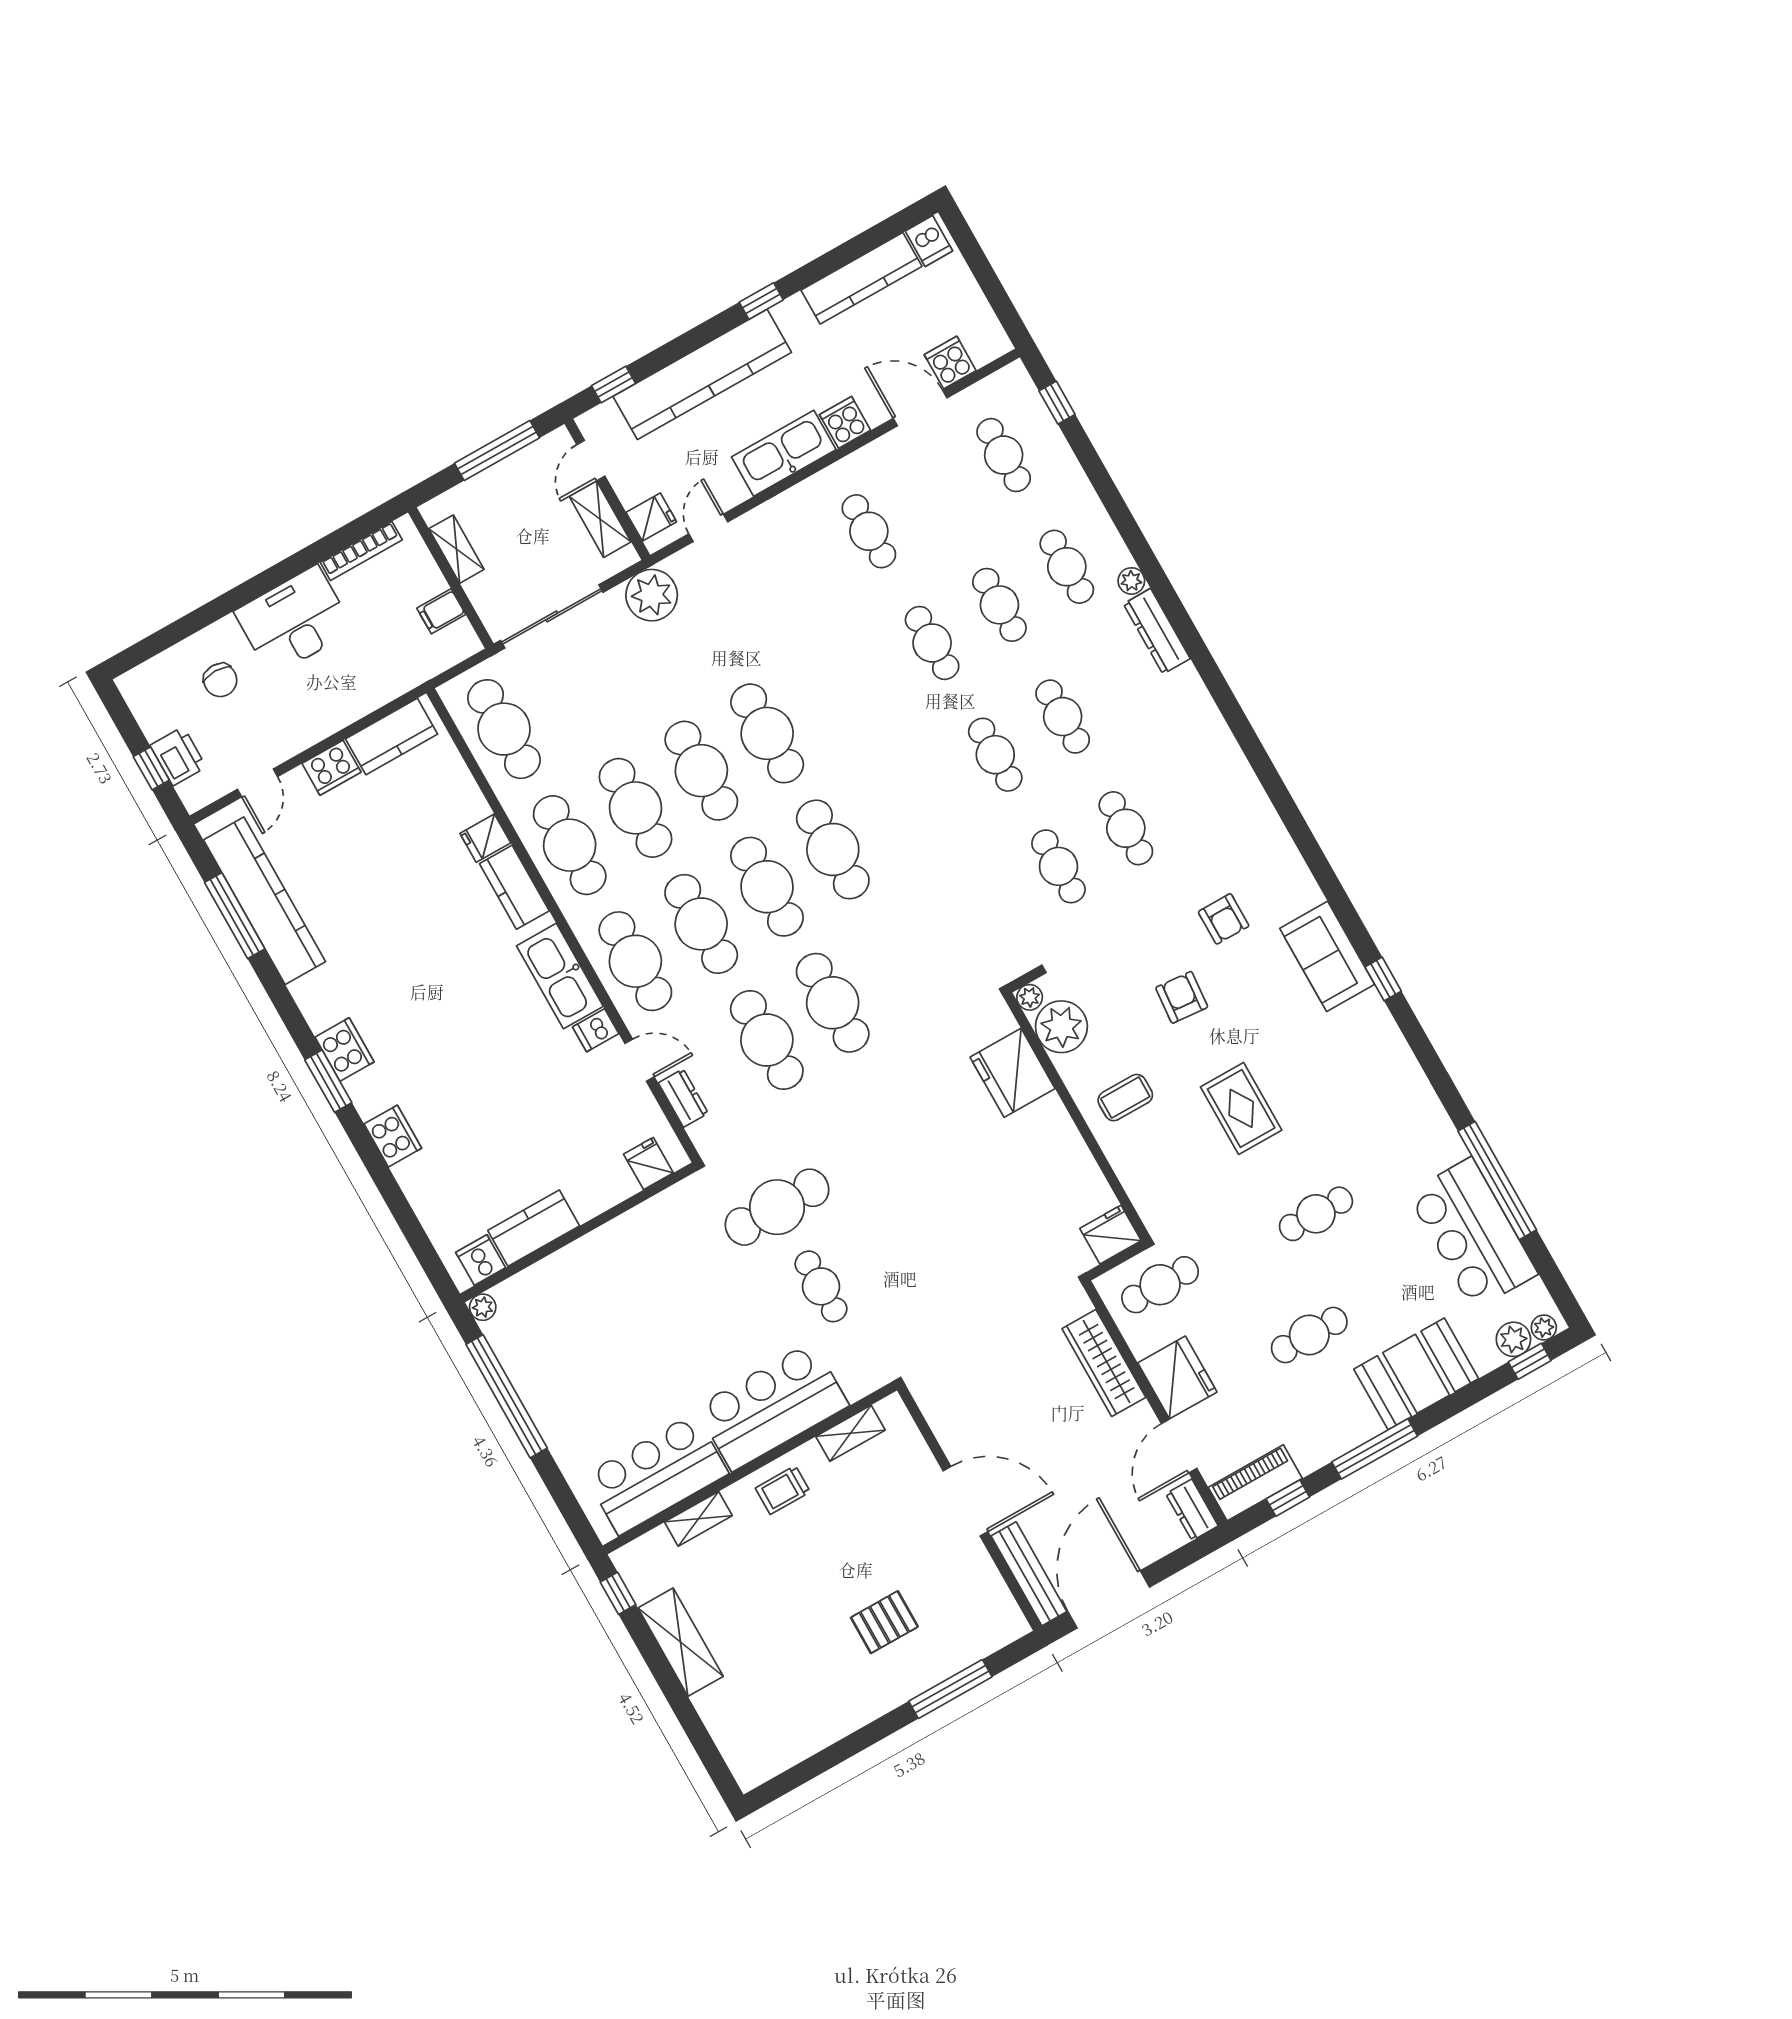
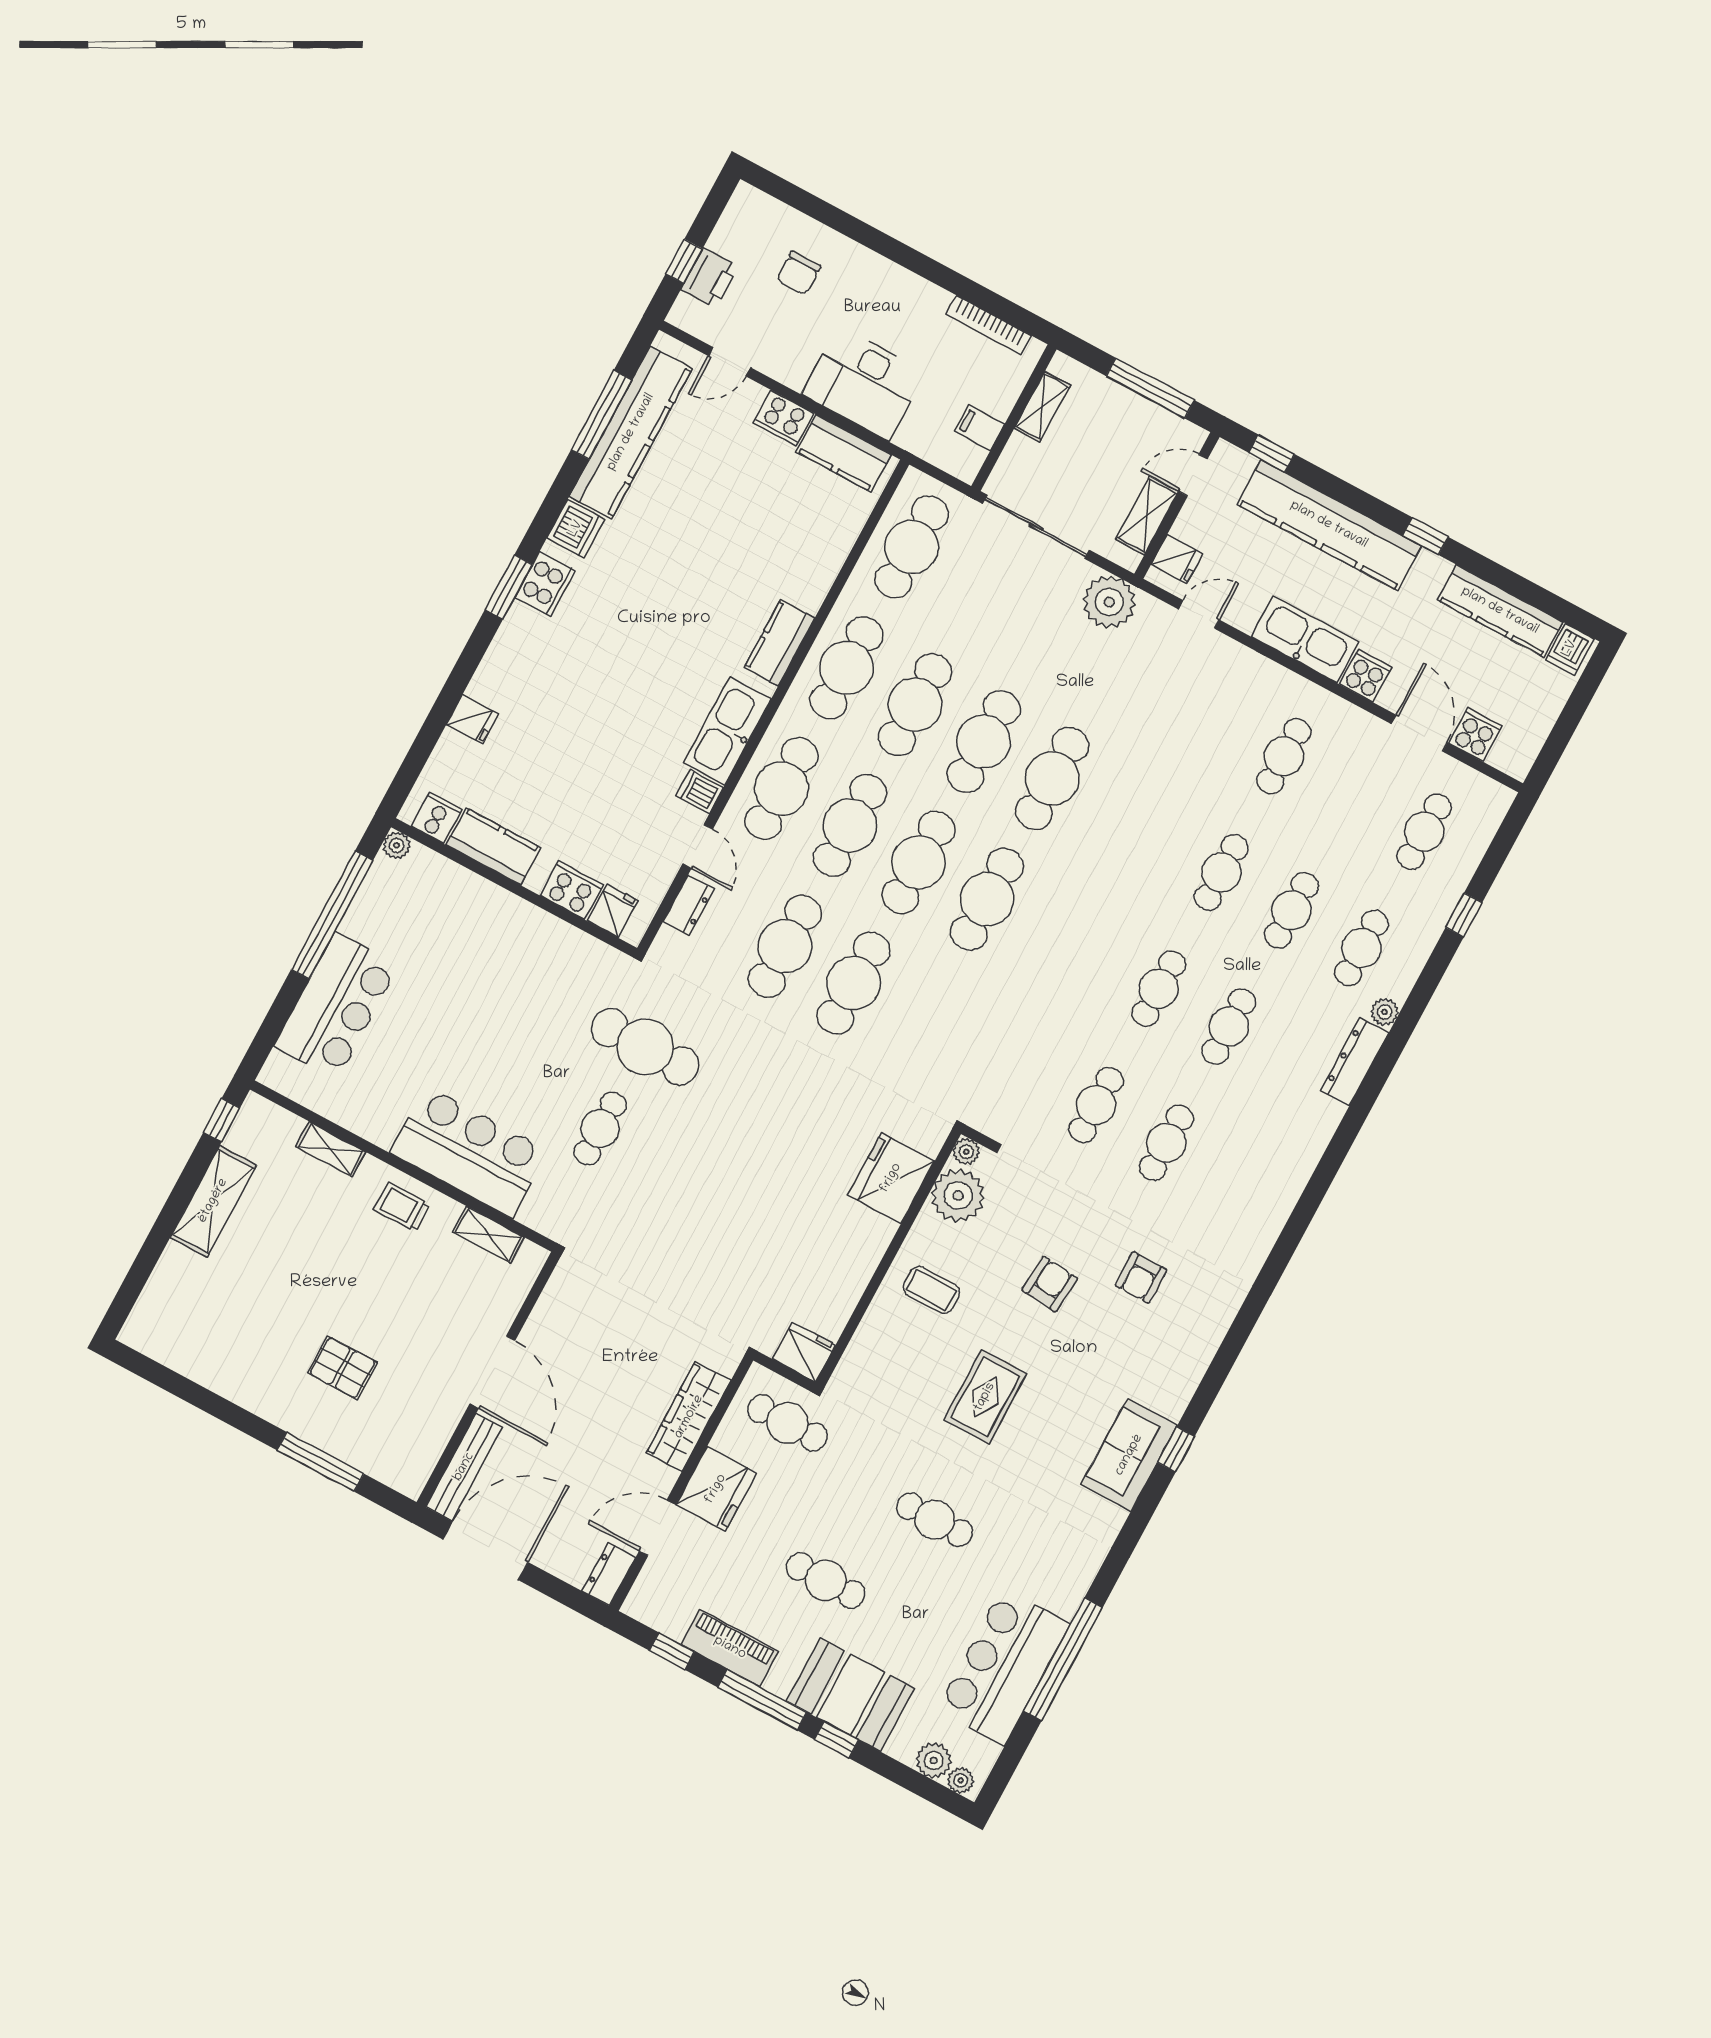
window: (1057, 403) -> (1464, 915), moved
desk: (294, 621) -> (864, 383), moved, turned 180
fridge: (485, 838) -> (472, 719), moved, turned 180
sofa: (1327, 956) -> (1129, 1455), moved
dishwasher: (315, 996) -> (576, 529), added
cooker: (393, 1136) -> (572, 890), moved, turned -90
window: (1530, 1361) -> (836, 1740), moved
bar counter: (657, 1474) -> (336, 1006), moved, turned 90
piano: (1255, 1483) -> (730, 1648), moved

